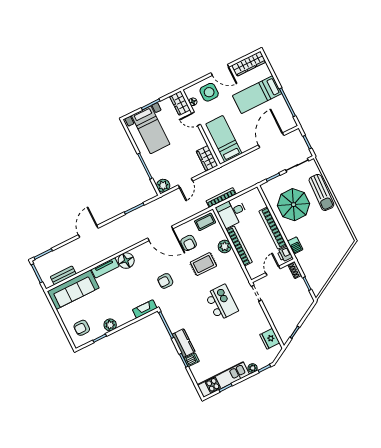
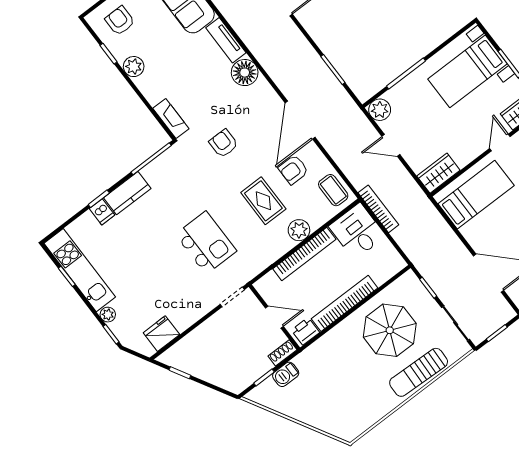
barbecue: (295, 245) -> (286, 374), moved
kitchen island: (222, 302) -> (206, 243), turned -90

